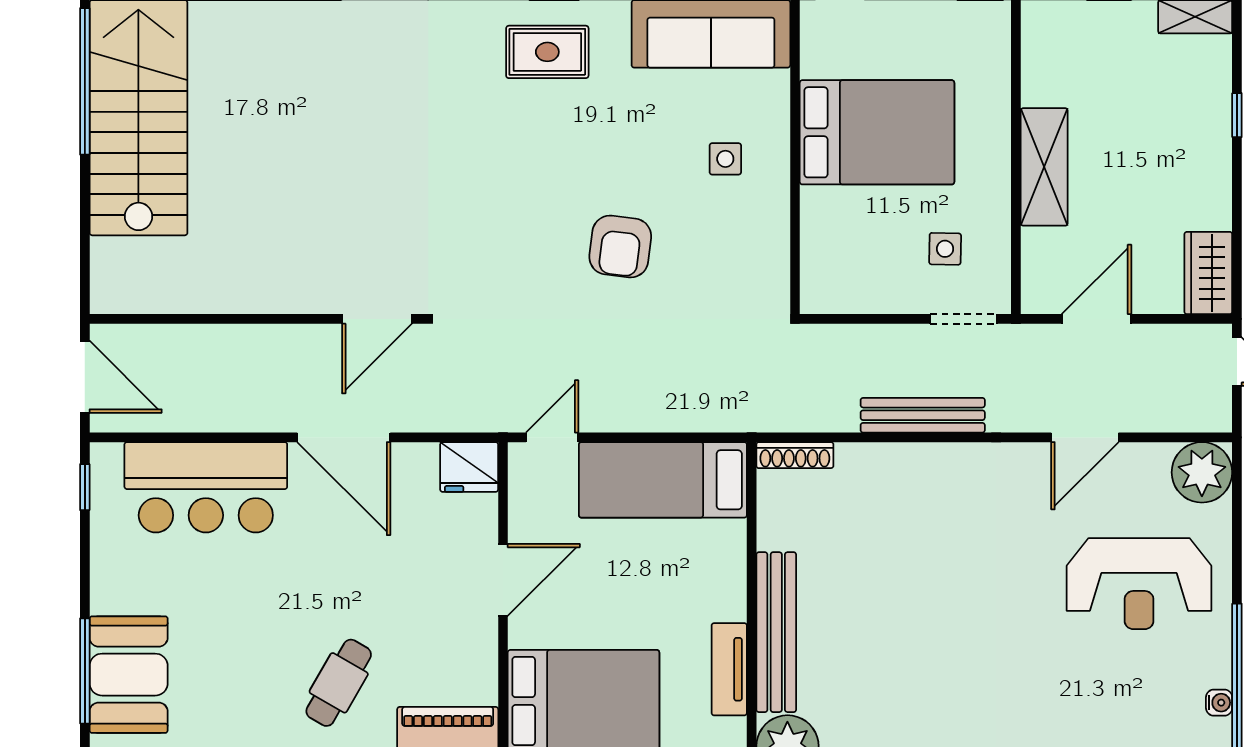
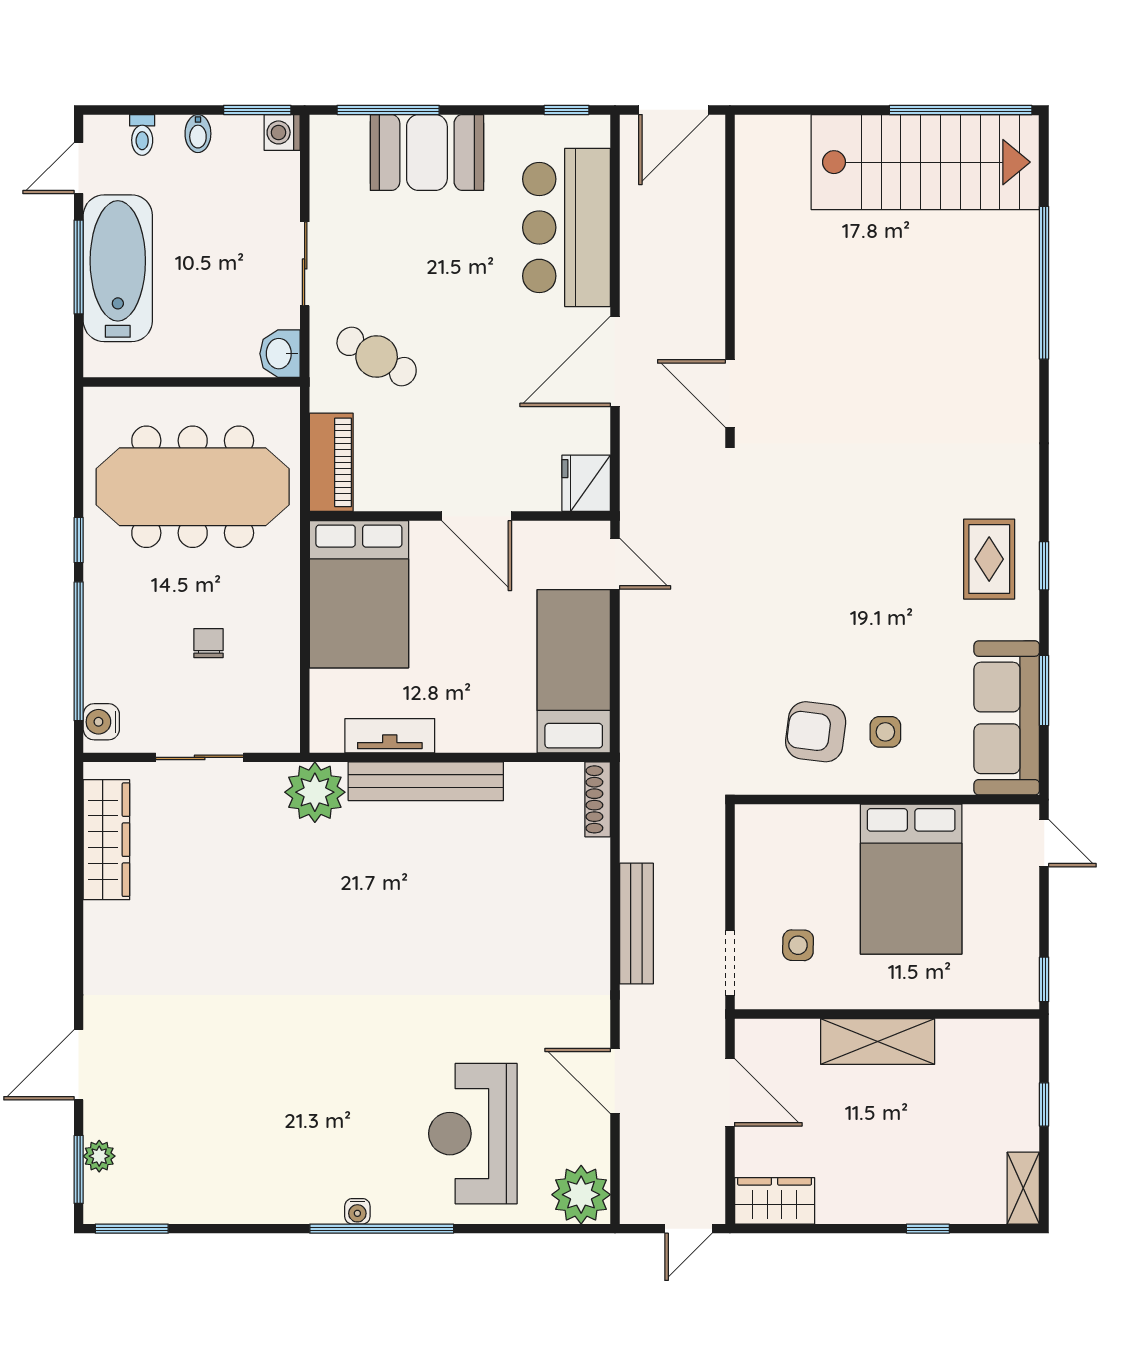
armchair: (620, 247) -> (816, 732), moved
booth: (129, 675) -> (427, 153), moved

